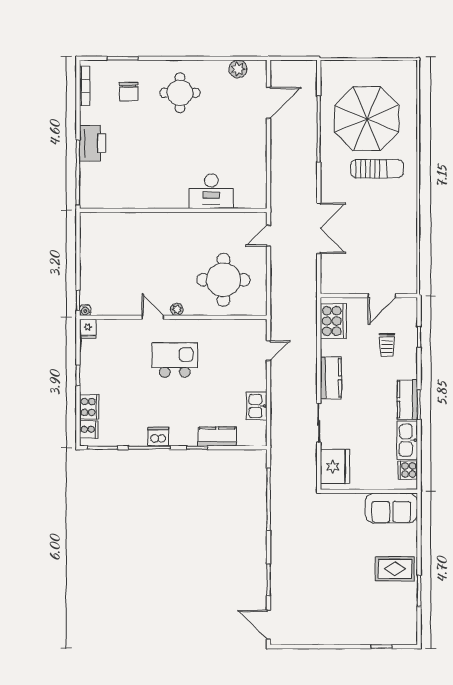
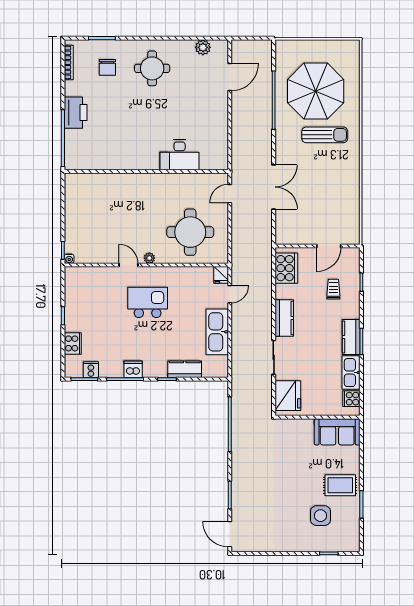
fridge: (88, 329) -> (221, 275), moved
trolley: (387, 345) -> (333, 289), turned 180
kitchen sink: (257, 406) -> (217, 332), width x1.88, depth x1.24
cooker: (89, 429) -> (91, 370), moved, turned -90
side table: (372, 604) -> (321, 516), added

